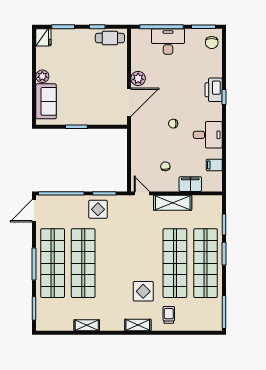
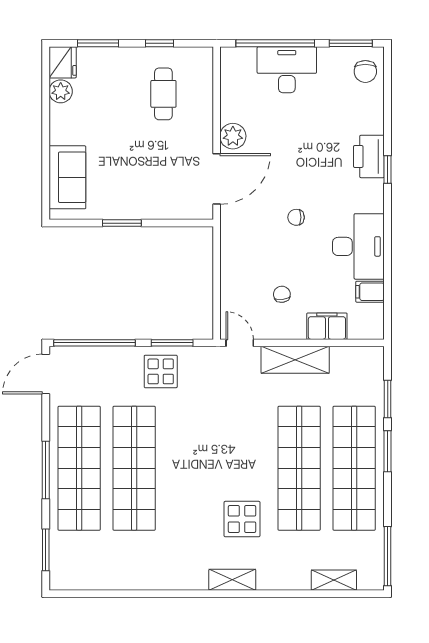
cafe table: (110, 38) -> (163, 94), moved, turned 90
plant: (42, 76) -> (61, 91), moved
desk: (208, 135) -> (358, 246), width x1.37
trolley: (169, 315) -> (288, 561), removed
shelving: (87, 325) -> (334, 580), moved

